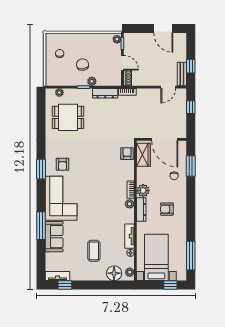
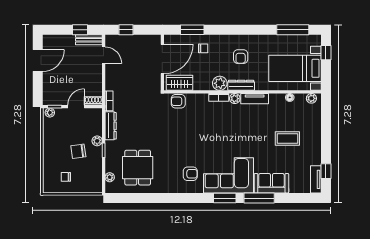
window: (41, 169) -> (225, 198), moved
tv unit: (129, 236) -> (255, 99), moved
floor lamp: (114, 273) -> (313, 116), removed

